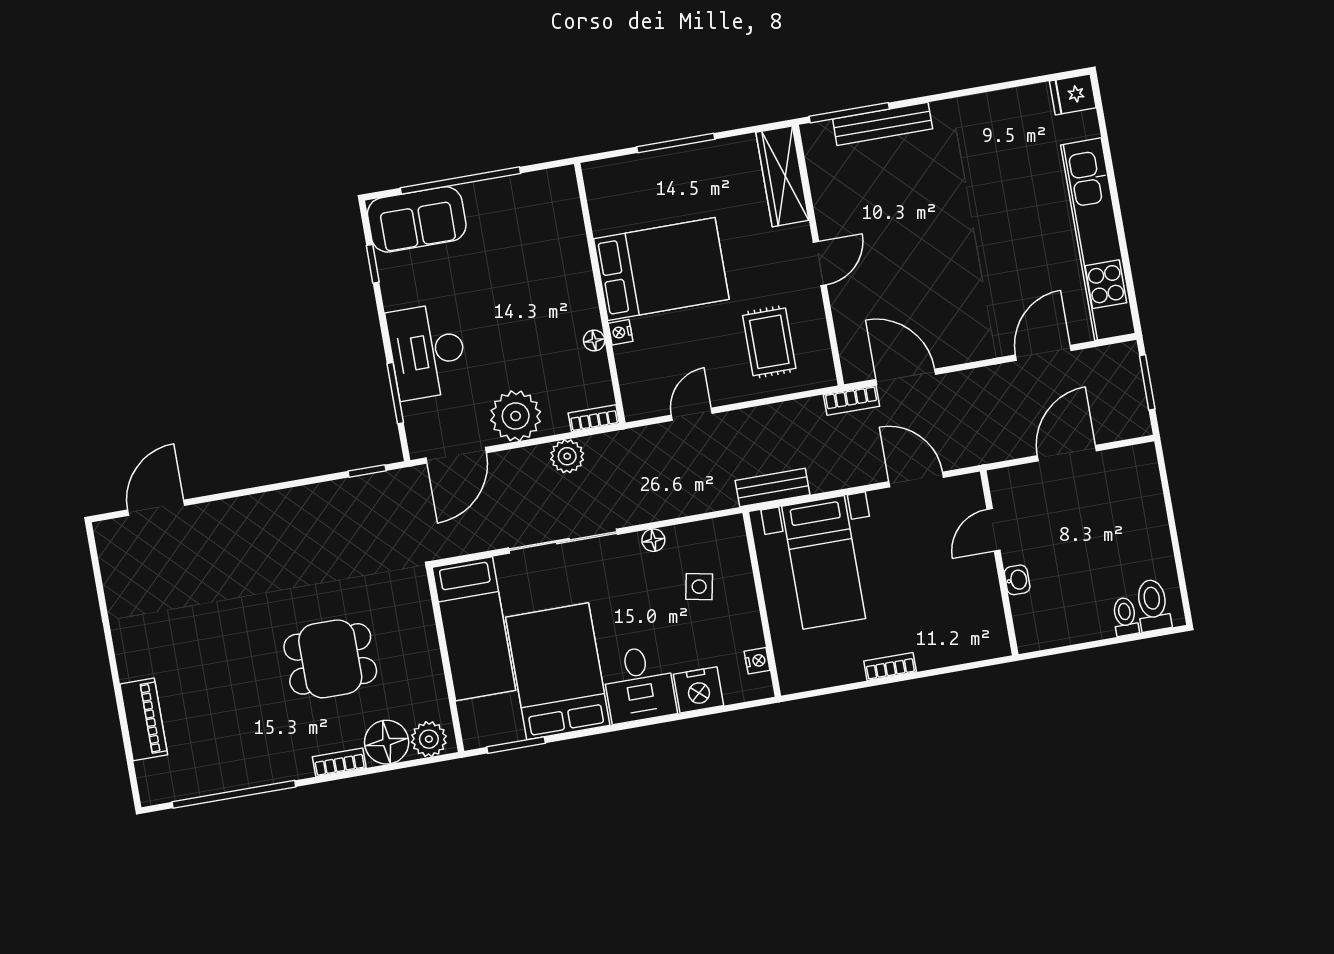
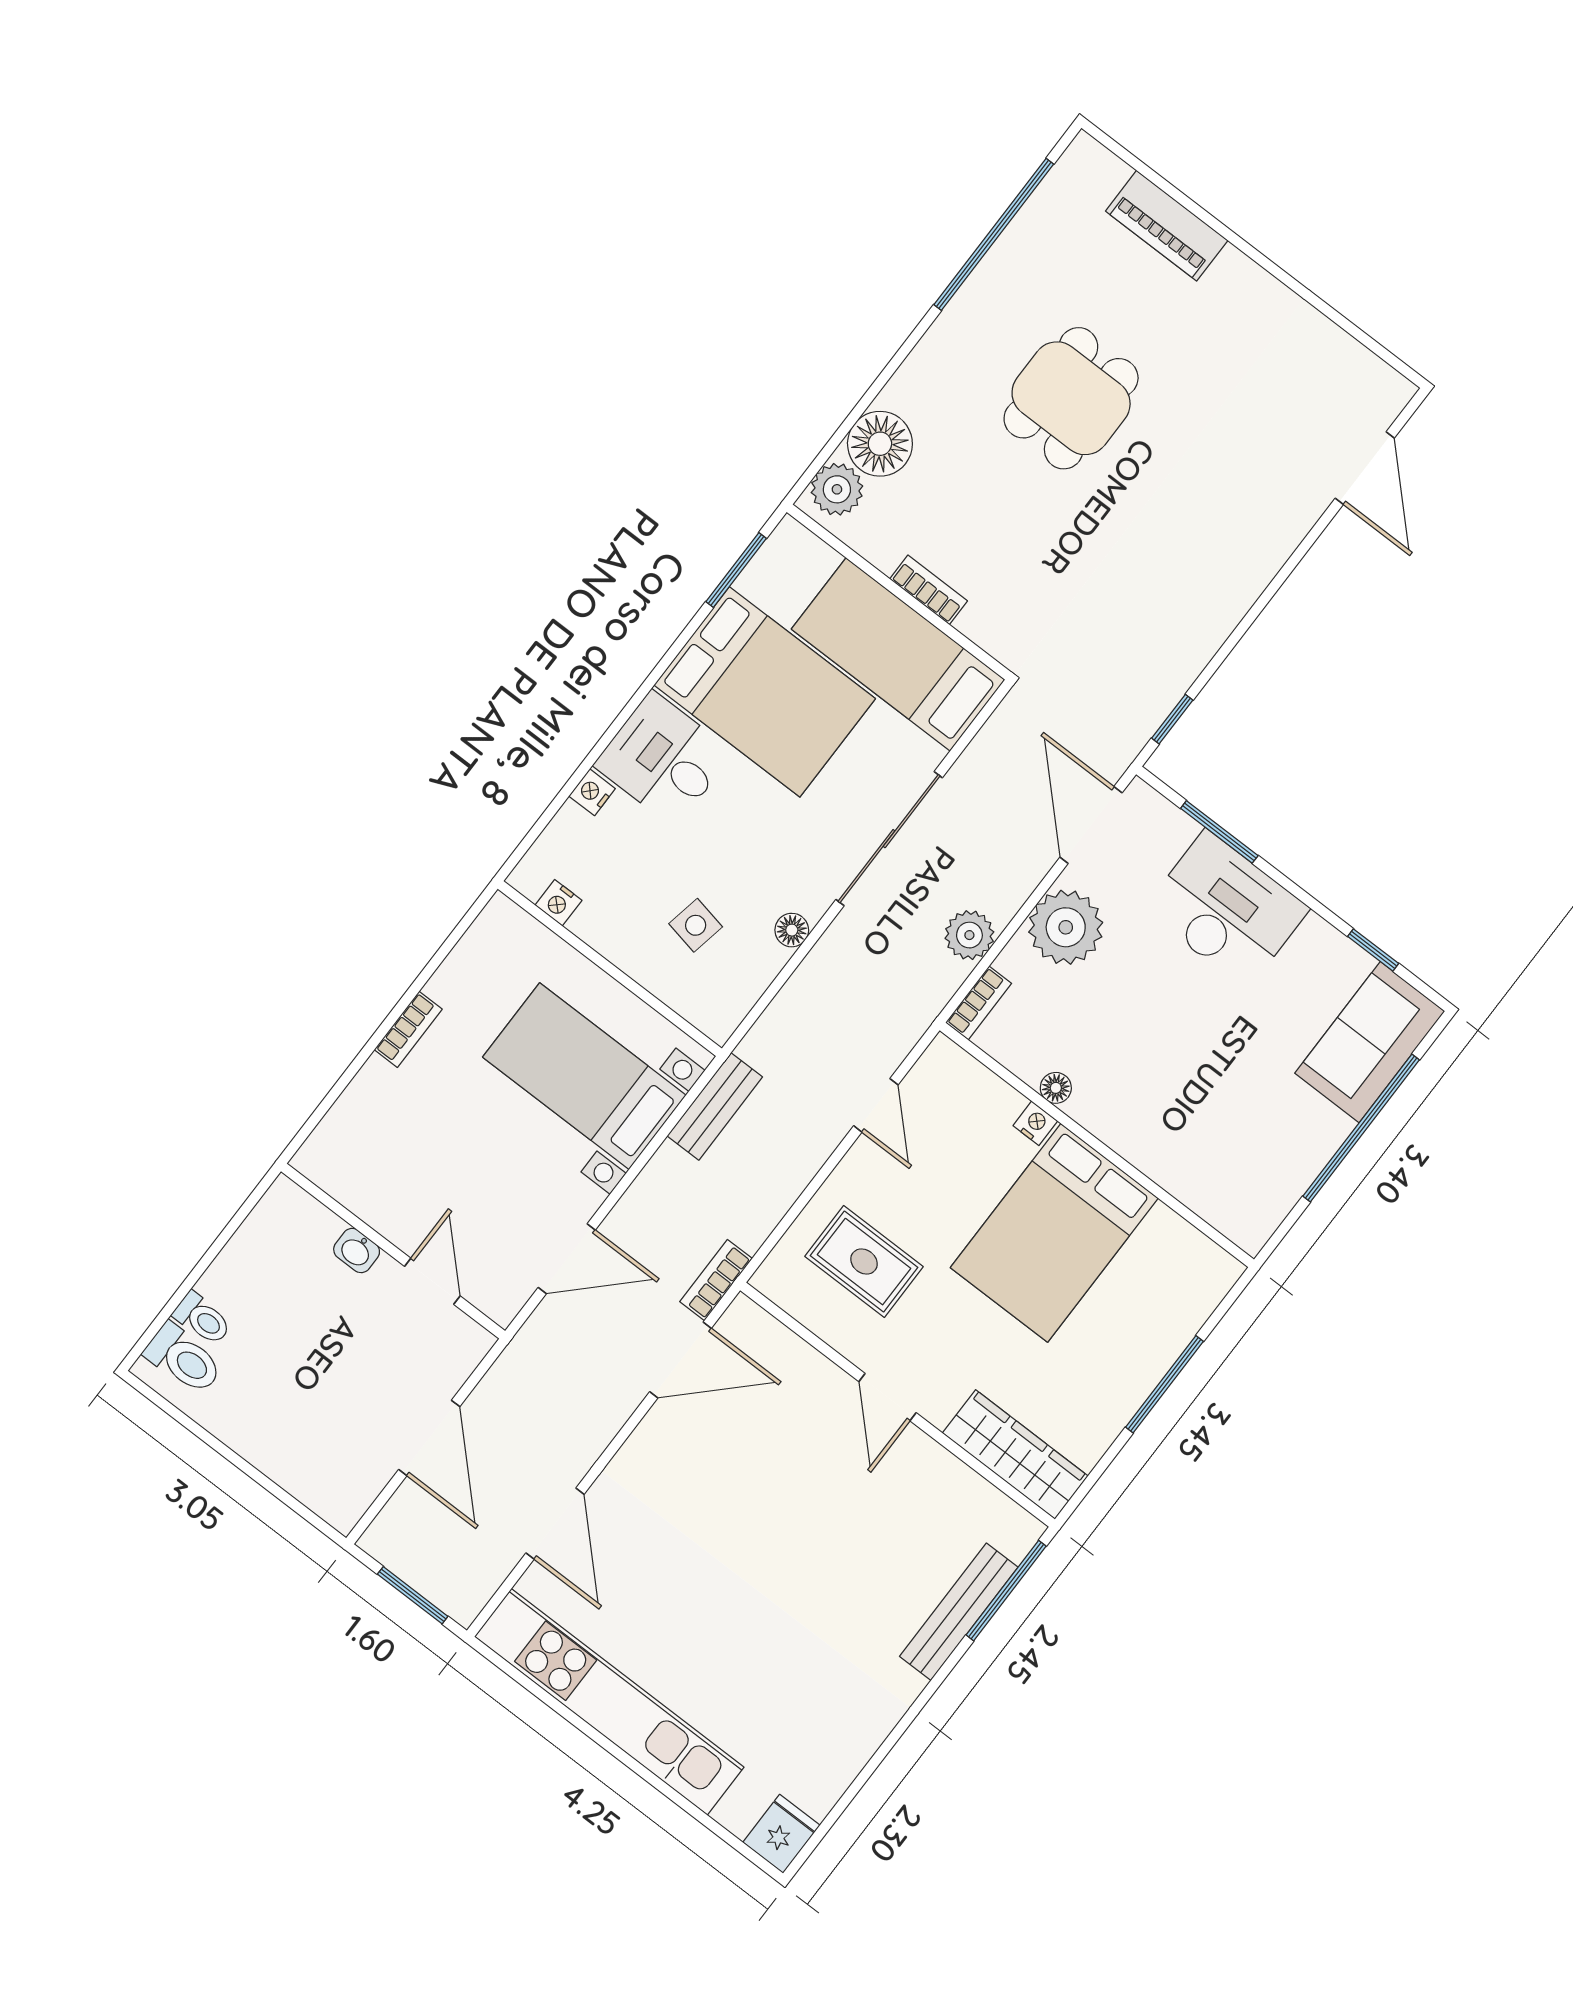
dining table: (330, 659) -> (1071, 398), moved
nightstand: (698, 690) -> (592, 792), width x0.53, depth x0.56
bookcase: (339, 762) -> (929, 590), moved, turned -90

